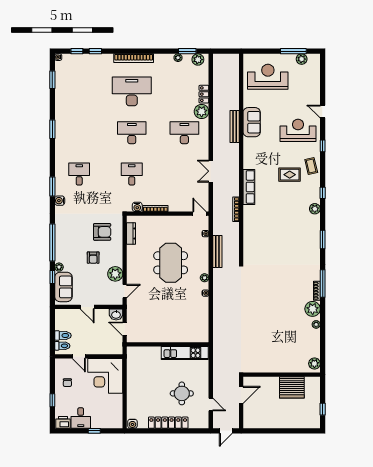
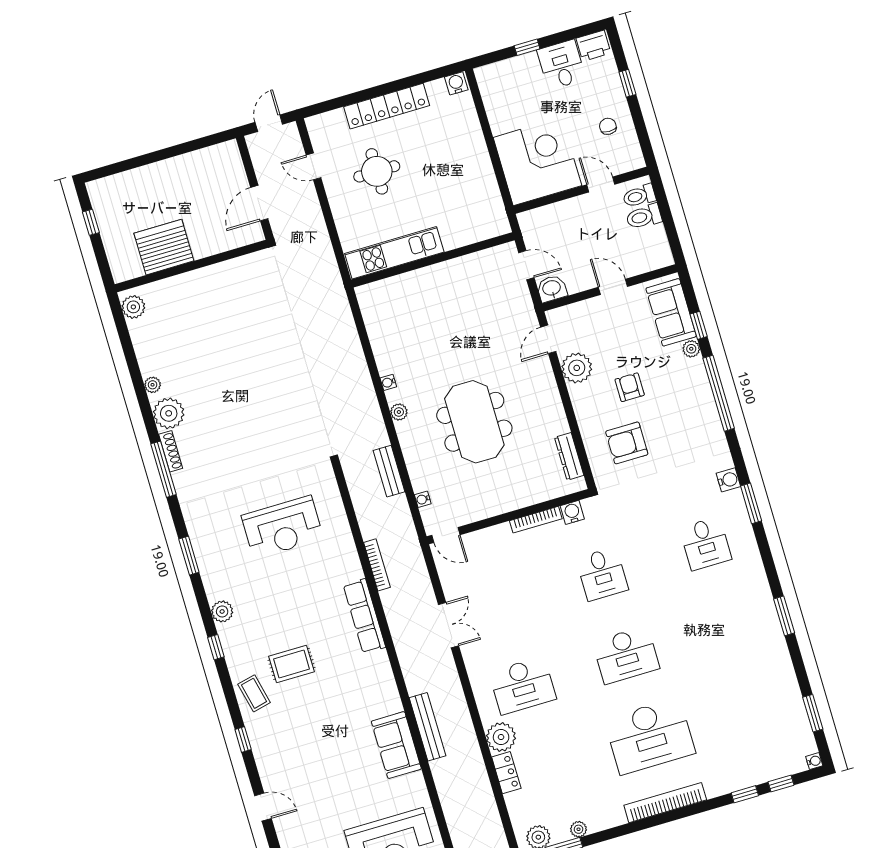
reception desk: (298, 130) -> (282, 527), moved
bench: (217, 251) -> (389, 471), width x0.73

